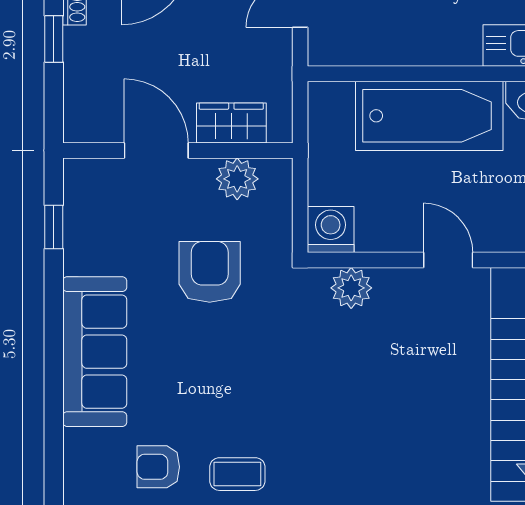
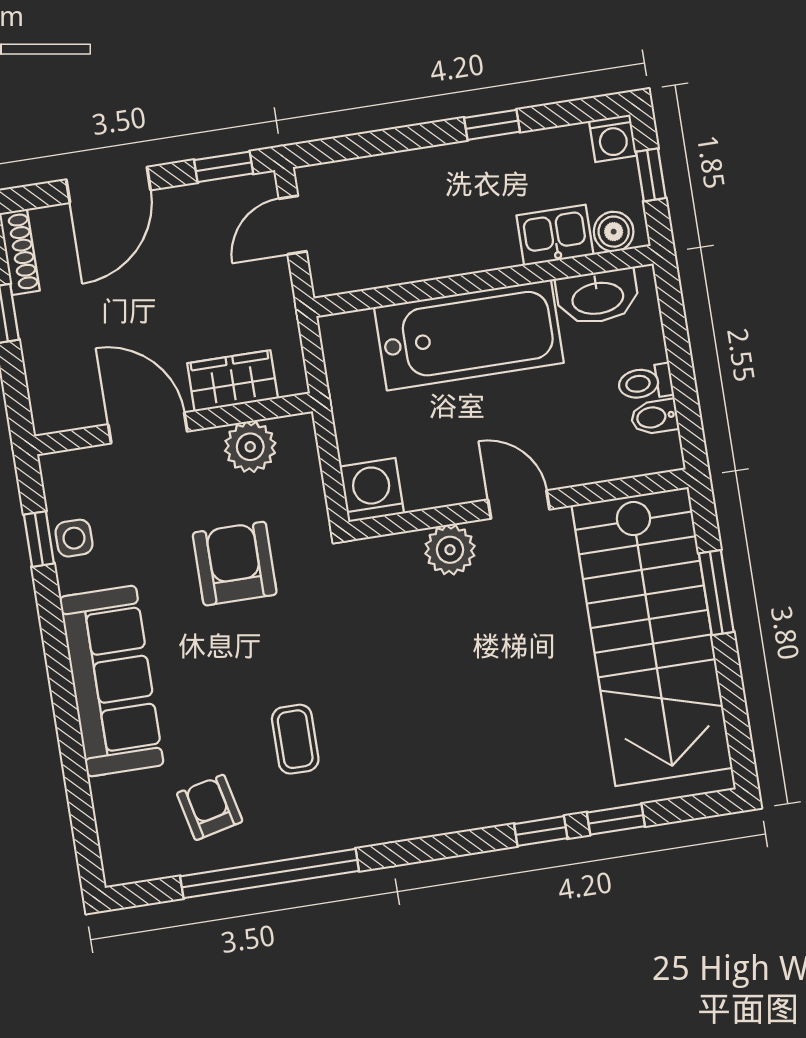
side table: (82, 231) -> (74, 538), added
plant: (351, 288) -> (450, 550), moved
armchair: (158, 467) -> (210, 807), turned 77
coffee table: (237, 474) -> (295, 739), moved, turned 90

